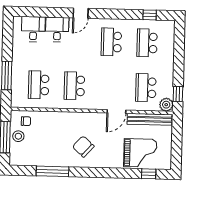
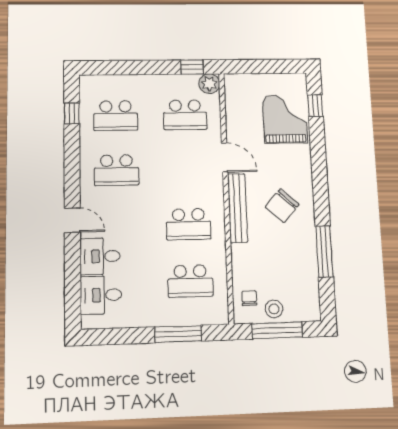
bench: (149, 119) -> (237, 208), moved

